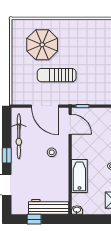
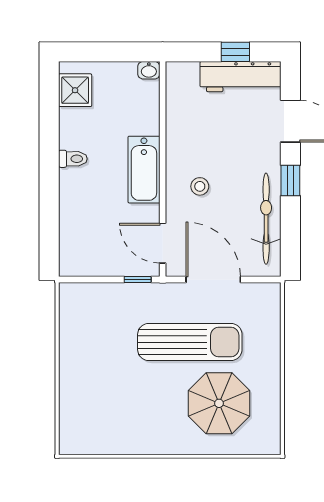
sun lounger: (57, 75) -> (190, 342), width x1.36, depth x1.34
bathtub: (79, 176) -> (144, 170), moved
workbench: (49, 207) -> (241, 77), moved

